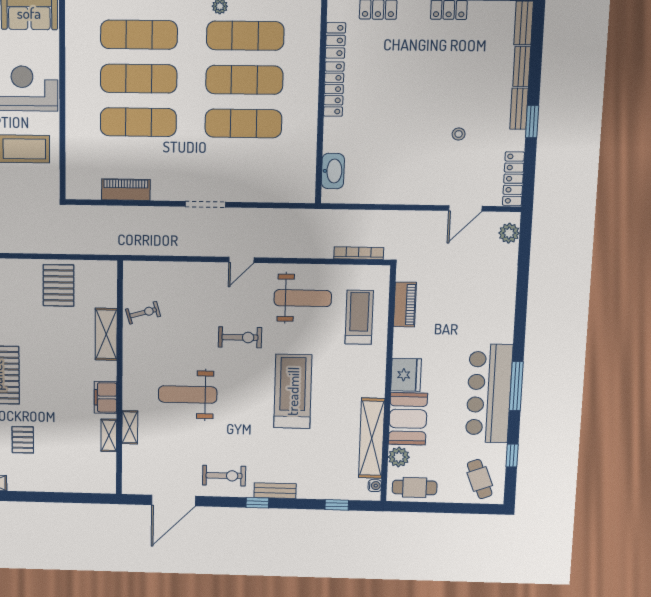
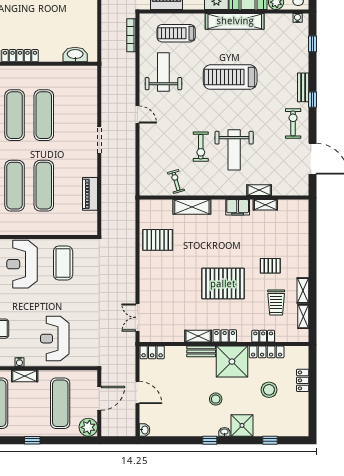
exercise bike: (240, 337) -> (201, 147), moved, turned 180
shelving: (372, 438) -> (235, 21), moved

